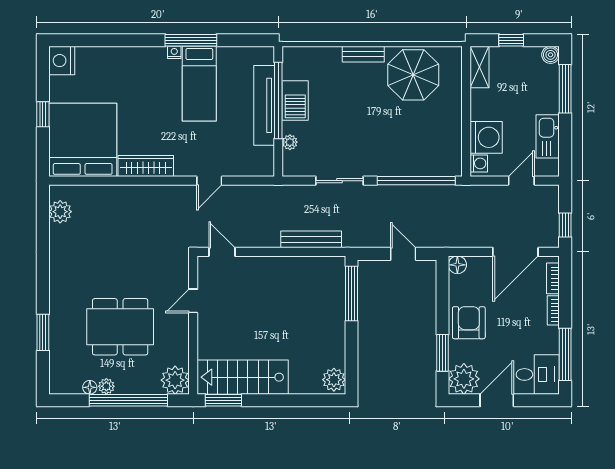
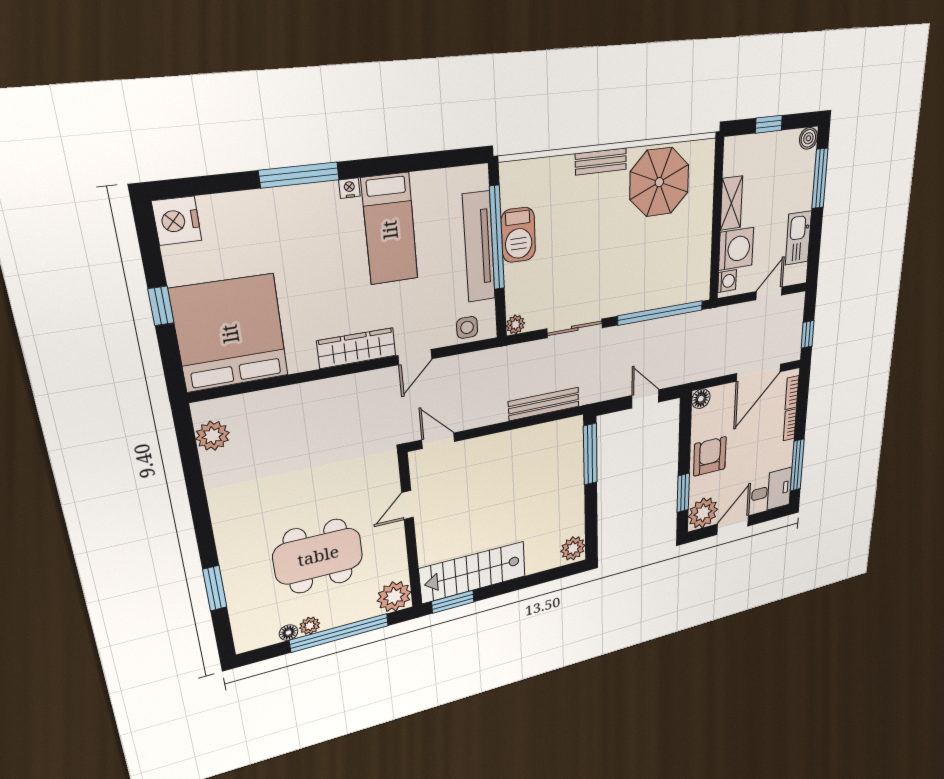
window: (191, 40) -> (299, 175), moved
shelving: (480, 67) -> (731, 203), moved
plant: (290, 142) -> (516, 324), moved
side table: (251, 165) -> (467, 327), added
wardrobe: (146, 166) -> (357, 348), moved

